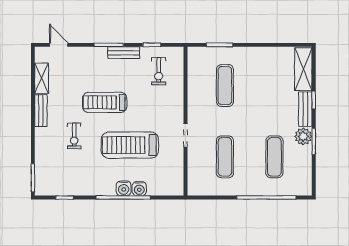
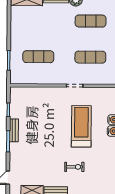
exercise bike: (159, 71) -> (28, 105), removed
treadmill: (105, 102) -> (50, 145), removed
treadmill: (130, 145) -> (81, 126), turned 180

